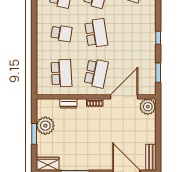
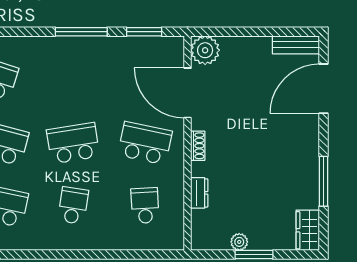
window: (158, 38) -> (81, 32), width x2.17
school desk: (61, 73) -> (145, 206), width x0.54
plant: (45, 126) -> (239, 242), width x0.53, depth x0.53

